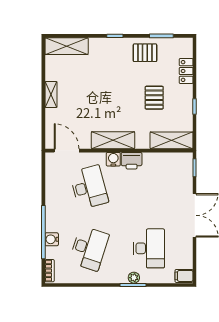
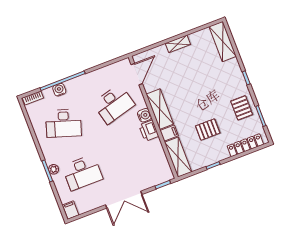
locker: (186, 71) -> (245, 145), width x1.53
filing cabinet: (142, 140) -> (169, 133), added

